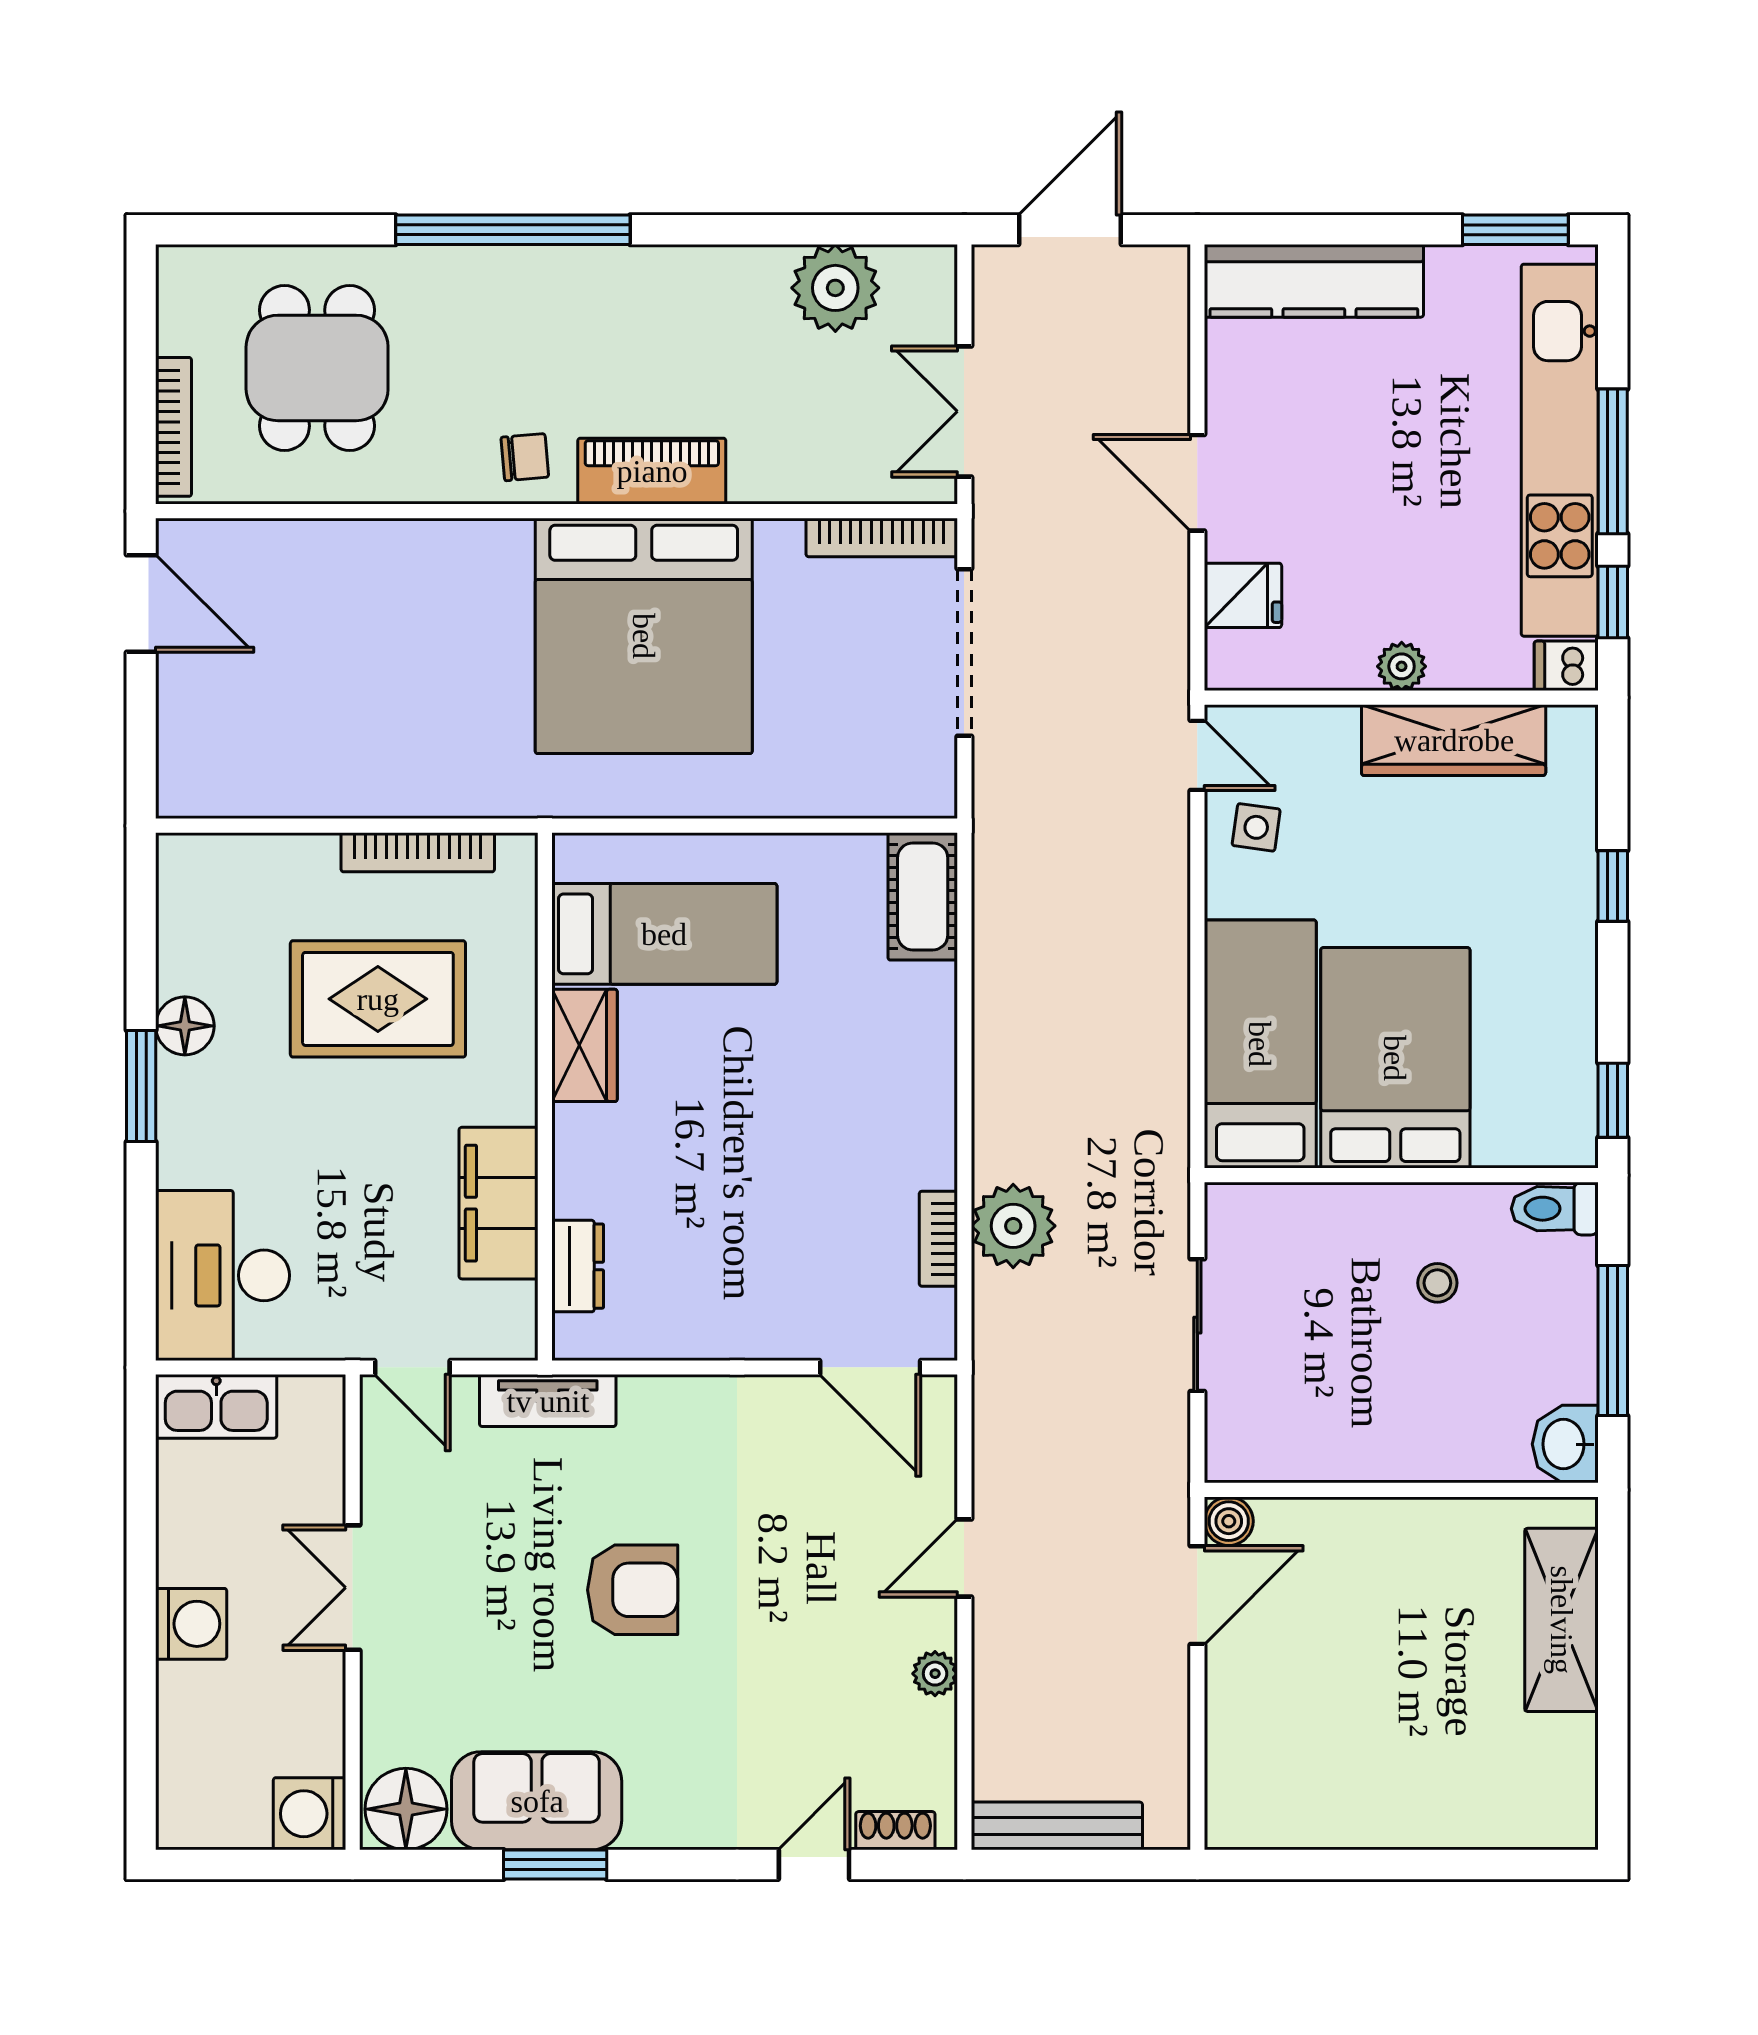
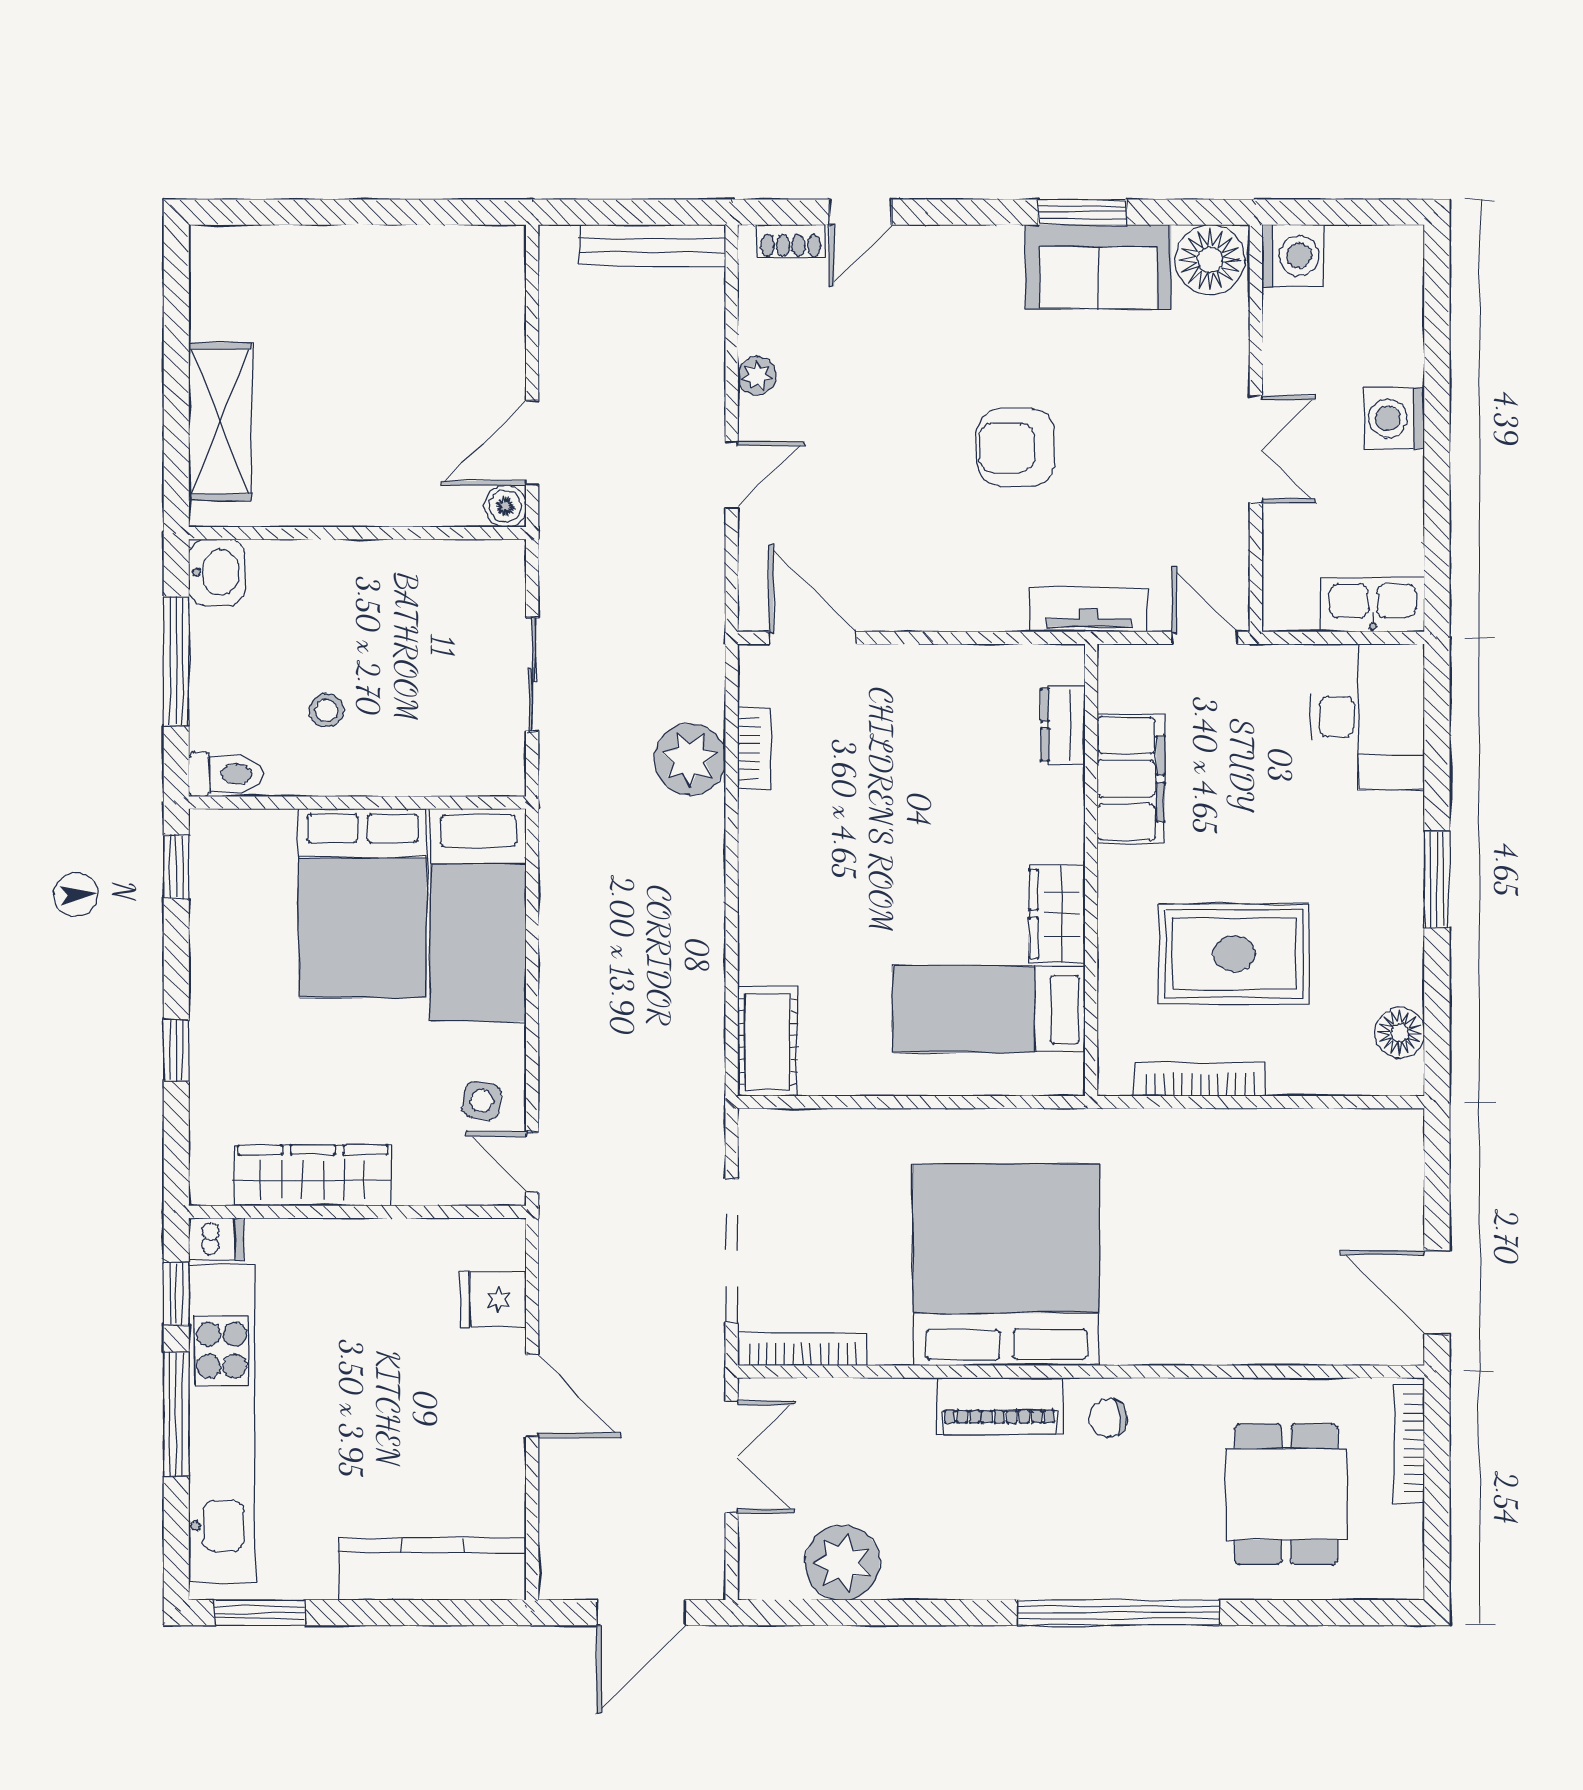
plant: (1402, 666) -> (357, 1239), removed
floor lamp: (185, 1026) -> (1400, 1033), moved

